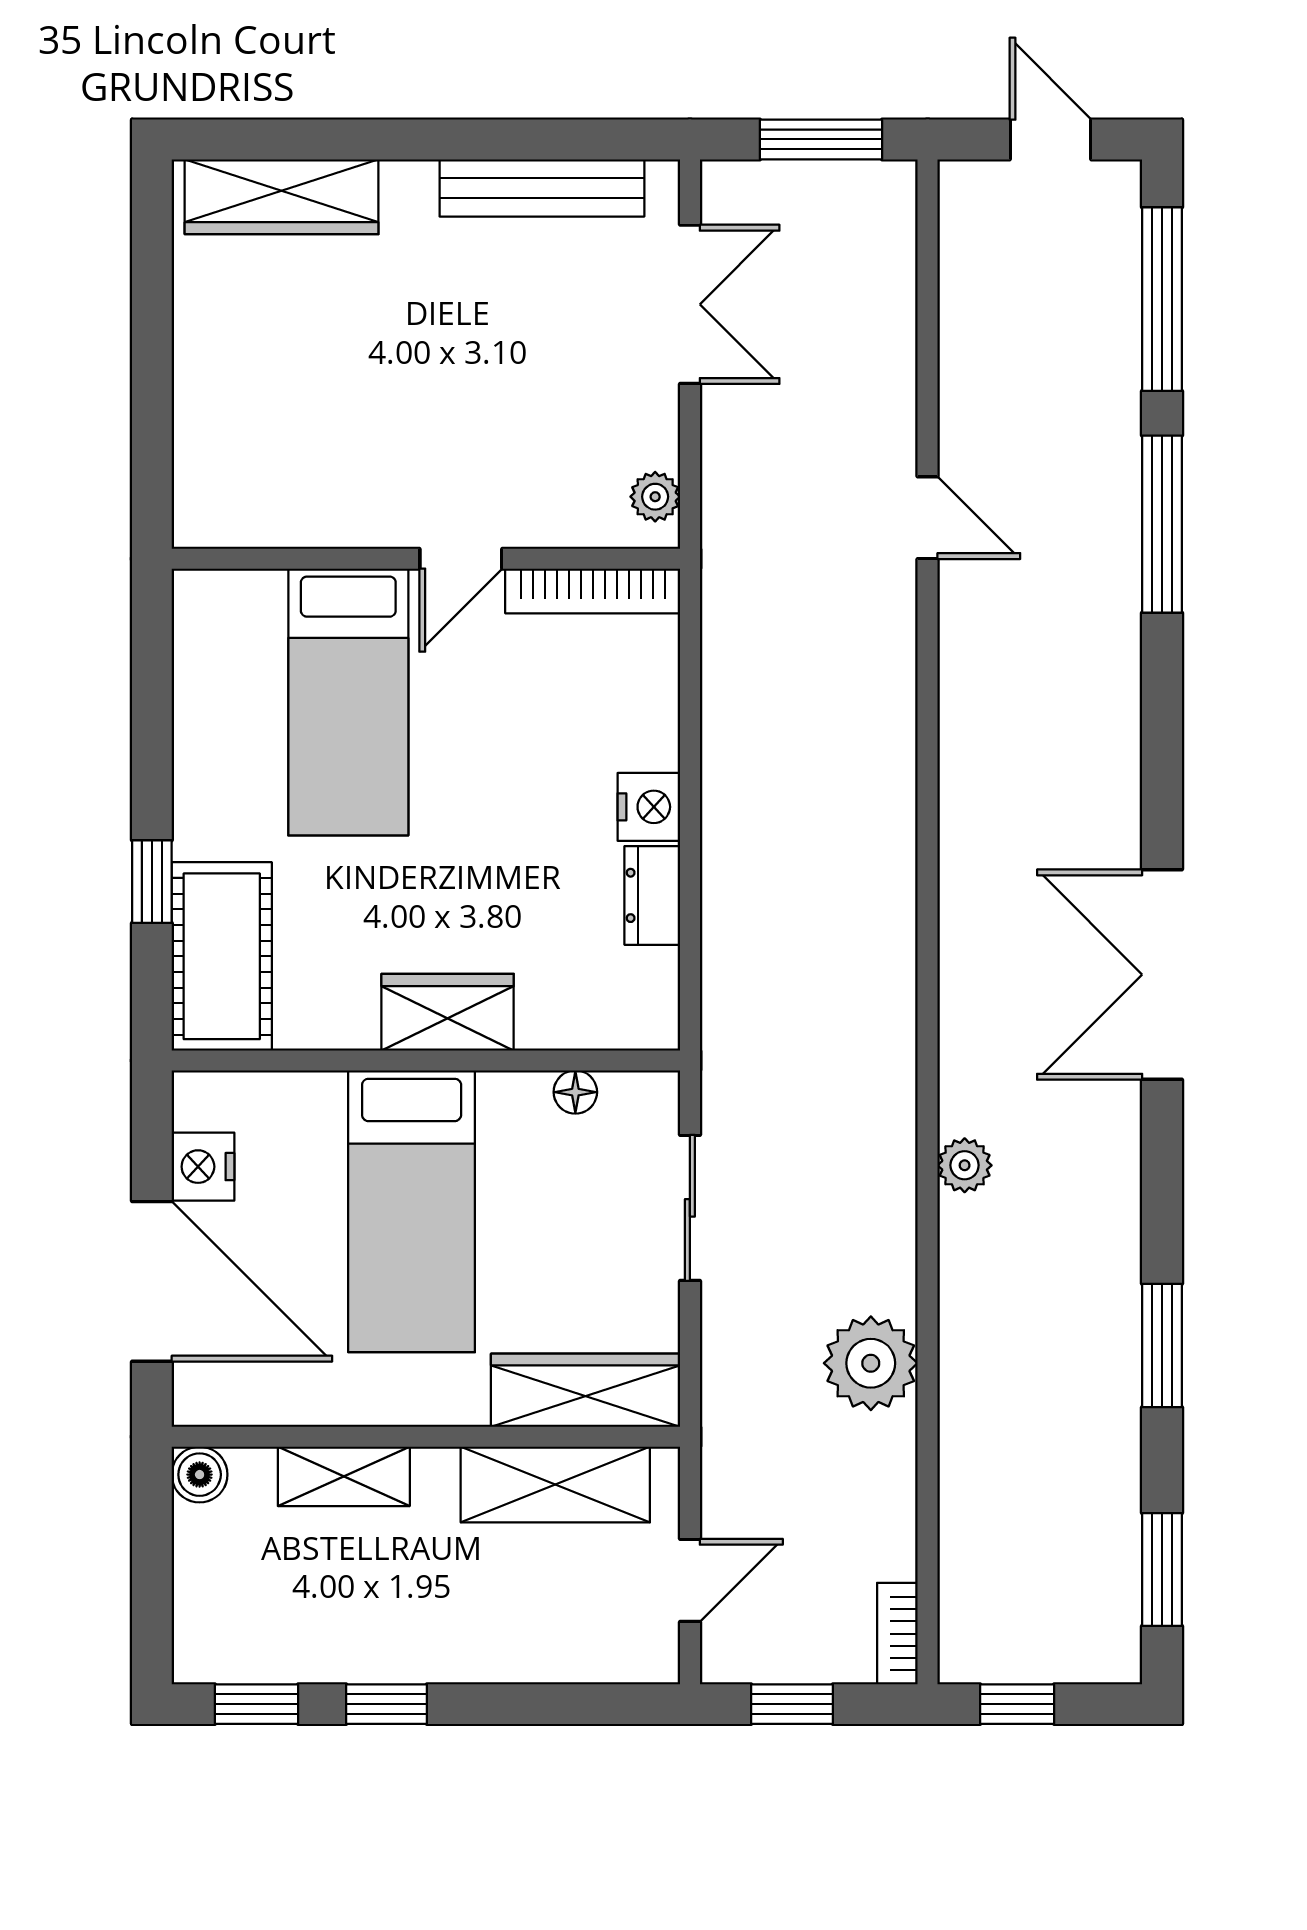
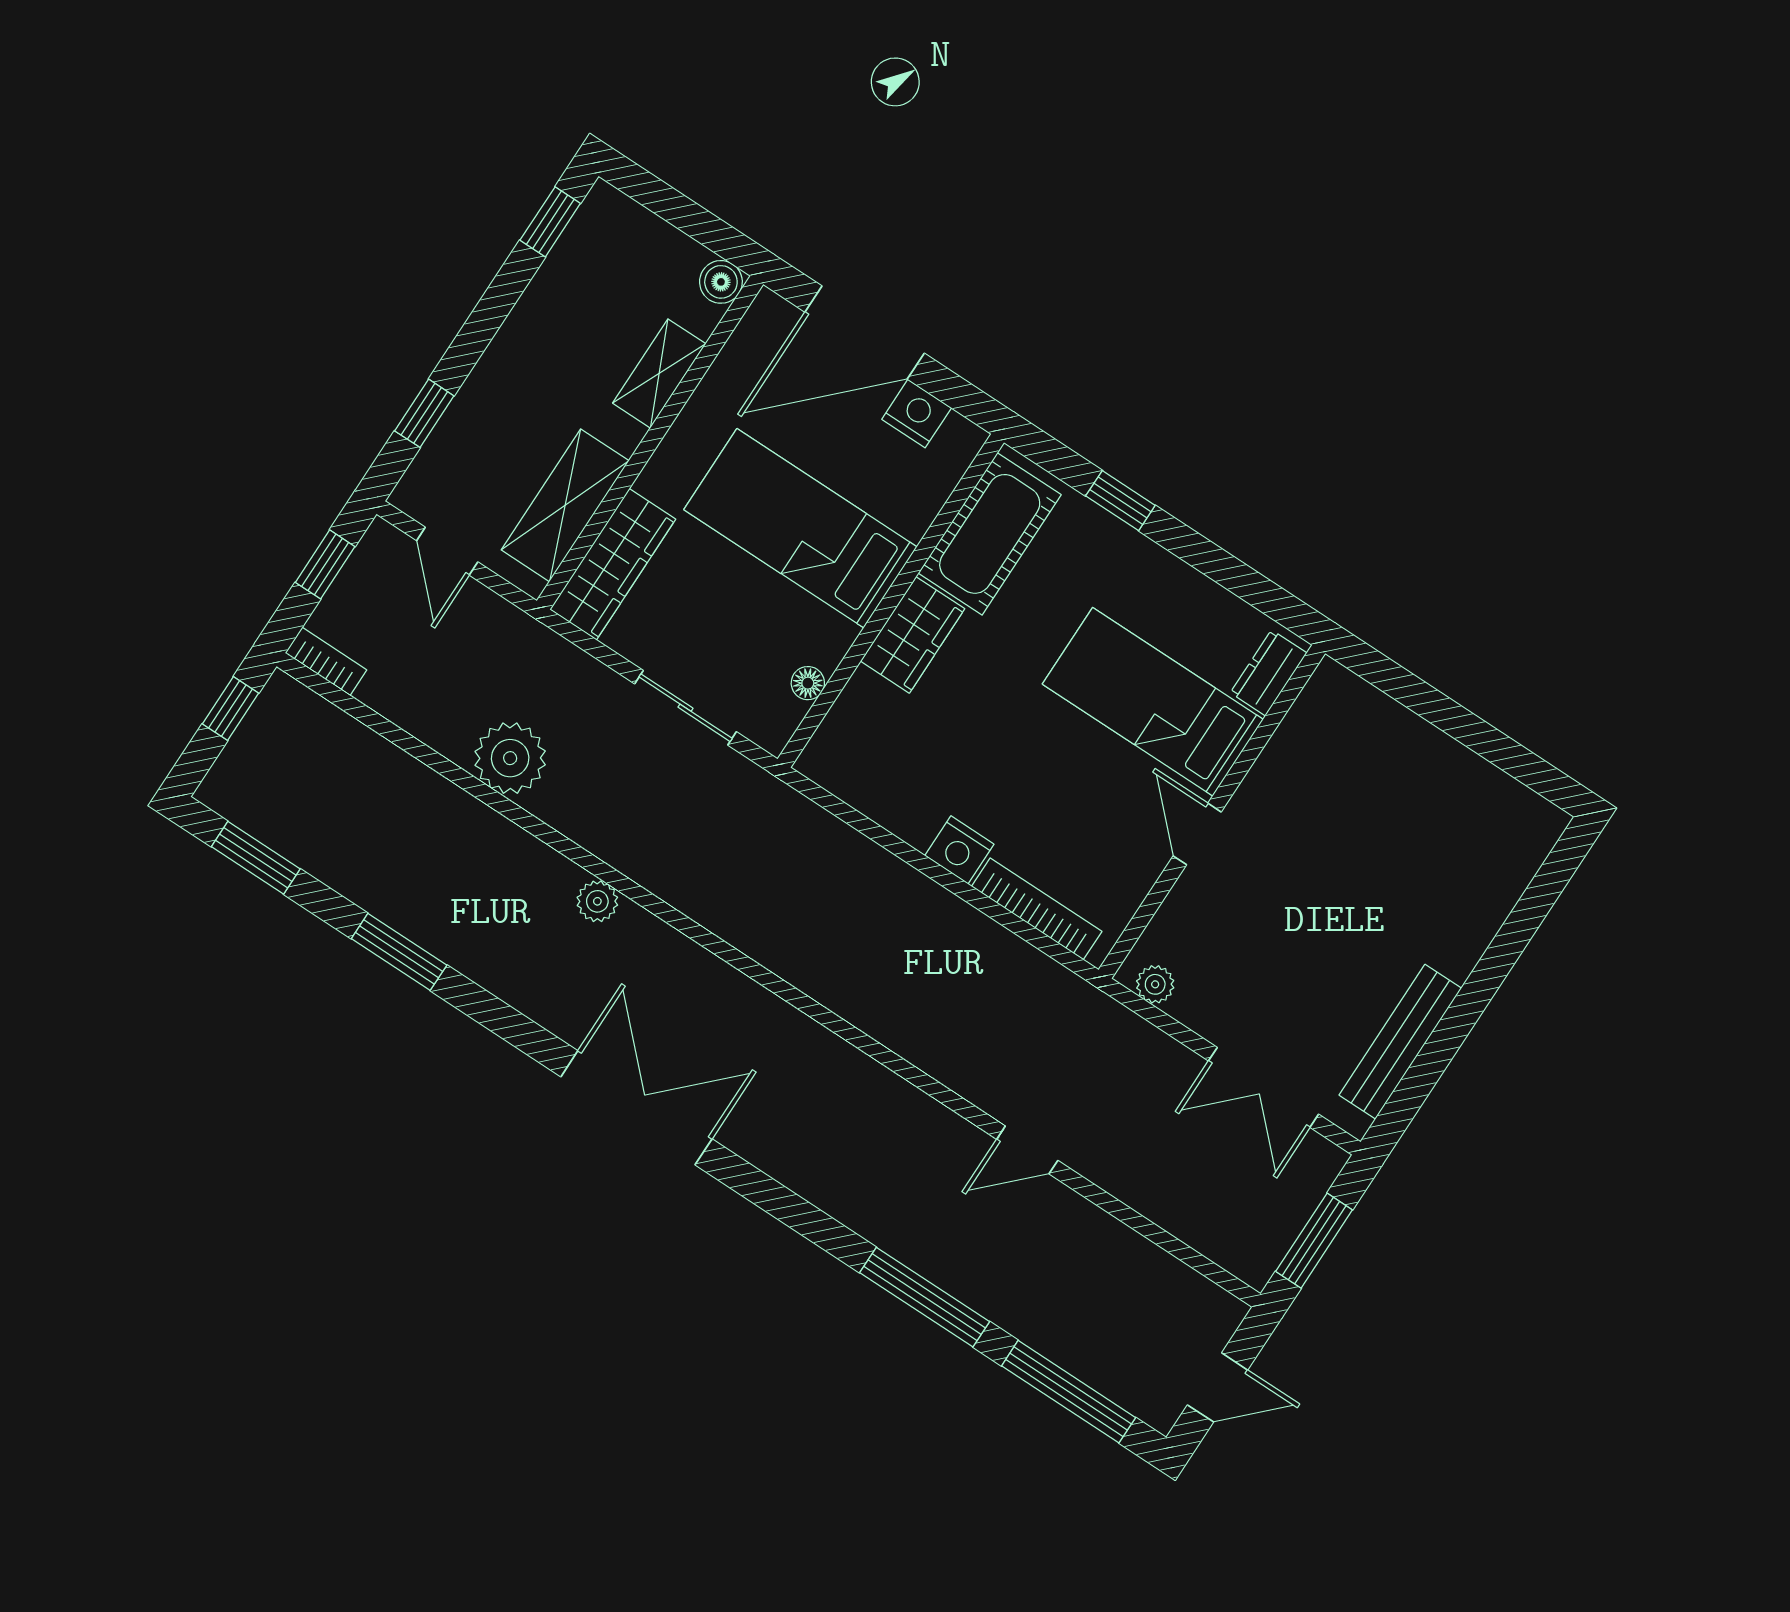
wardrobe: (282, 197) -> (1504, 871), removed
bookcase: (593, 591) -> (1037, 909), moved, turned 90
dresser: (652, 895) -> (1269, 673), moved, turned -90
cot: (222, 956) -> (990, 534), moved, turned 90
window: (386, 1704) -> (424, 413), moved

